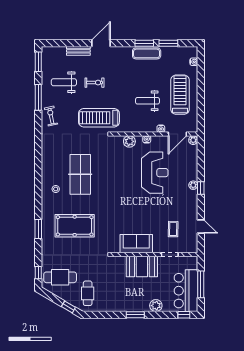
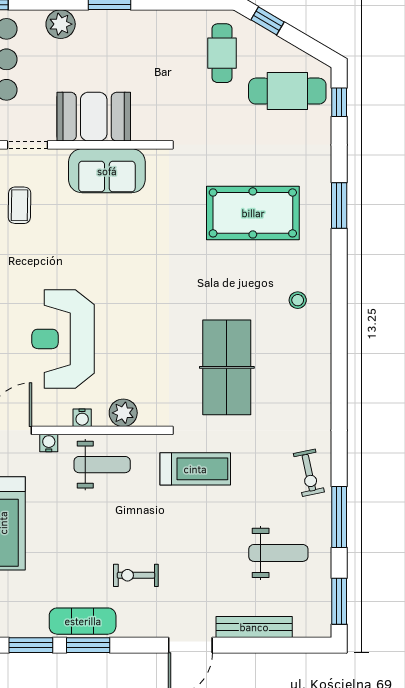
bench: (78, 51) -> (254, 627), width x1.36
exercise bike: (94, 83) -> (136, 575), moved
weight bench: (148, 101) -> (102, 465), moved
treadmill: (99, 118) -> (195, 469), width x0.73, depth x0.73
table tennis table: (80, 174) -> (227, 367), moved

